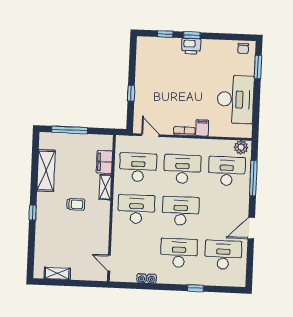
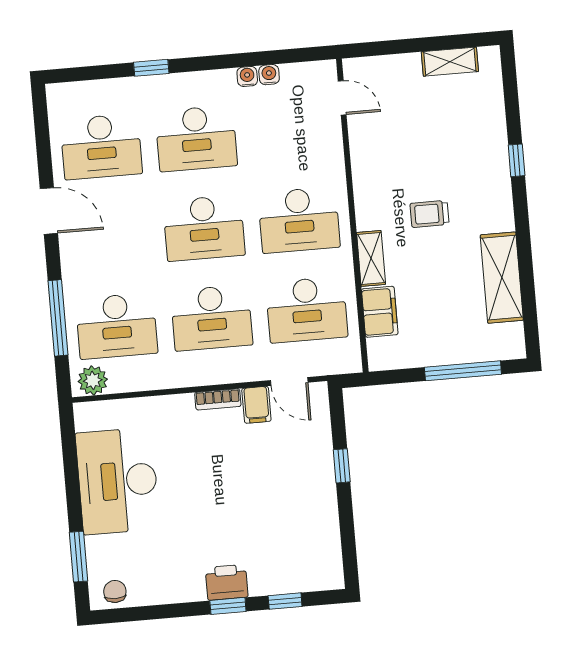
filing cabinet: (202, 128) -> (256, 405), moved
window: (33, 213) -> (517, 160), moved
door: (251, 228) -> (49, 211), hinge flipped

